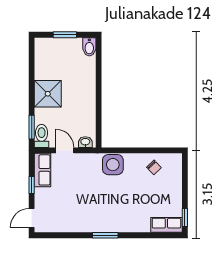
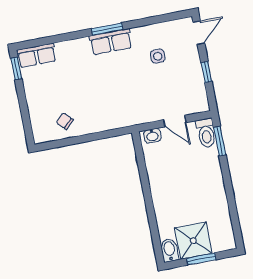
shower: (48, 94) -> (193, 241), moved
side table: (113, 165) -> (158, 56), moved, width x0.54, depth x0.54
row of seats: (43, 170) -> (111, 42), moved, turned -90

